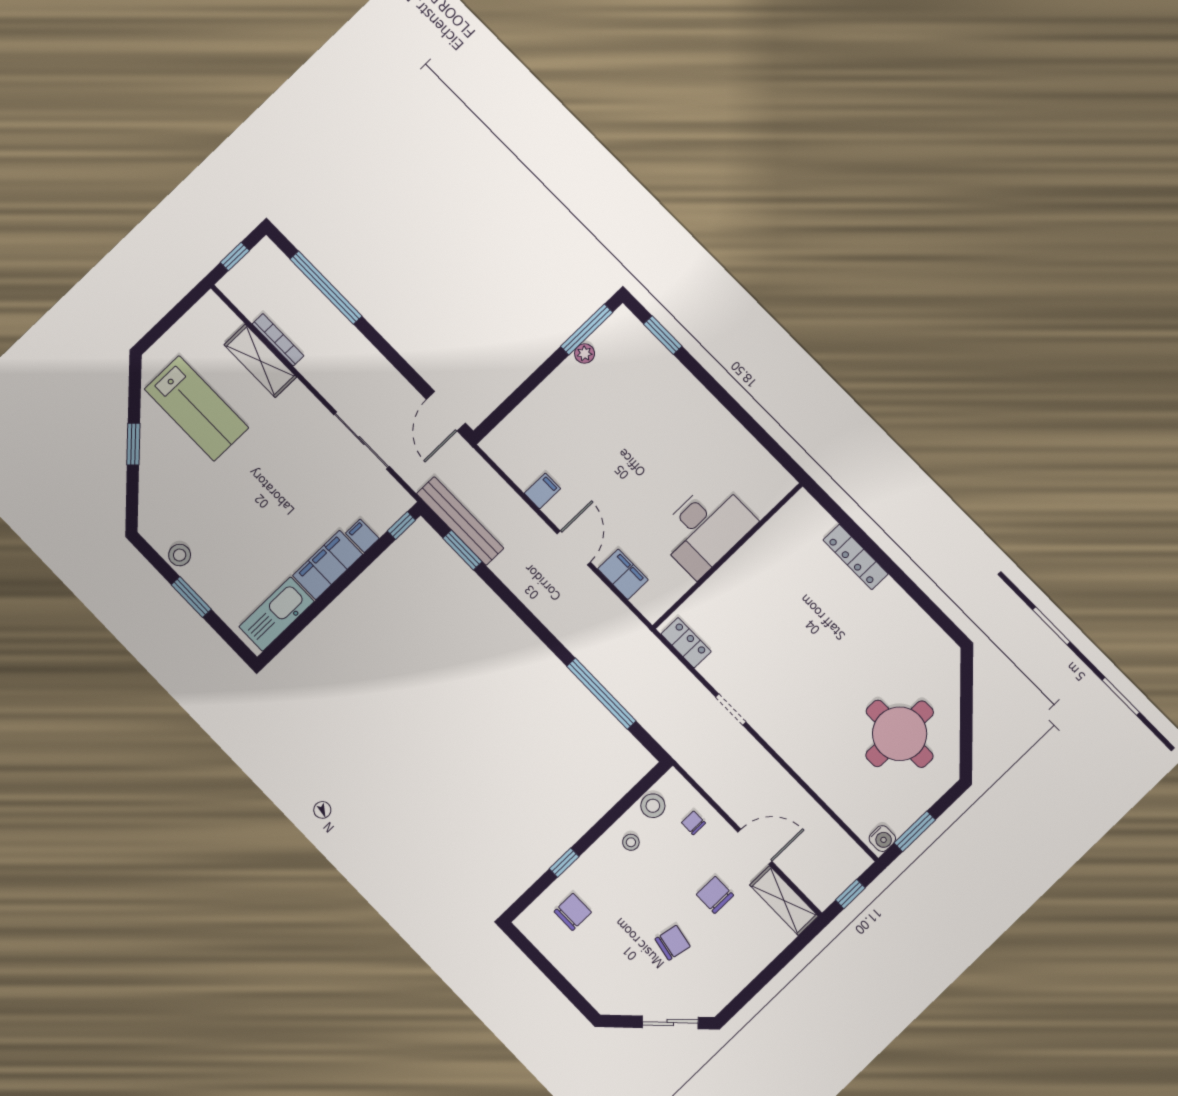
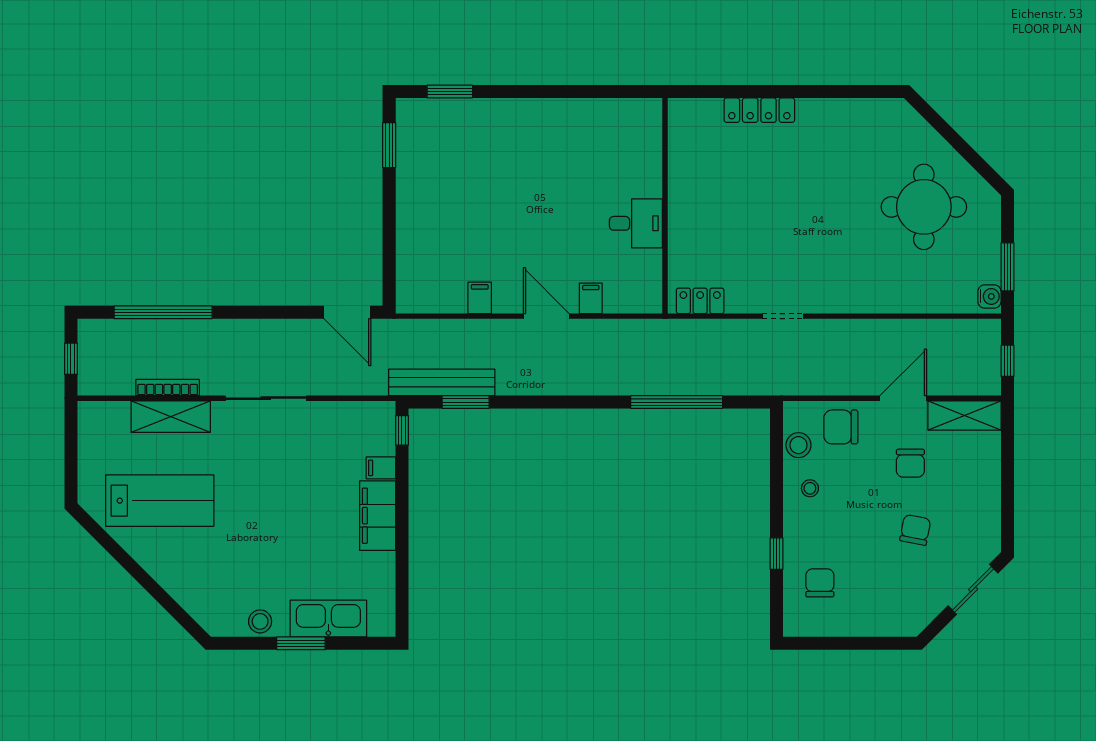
window: (587, 329) -> (389, 145), width x0.69
plant: (585, 354) -> (406, 164), removed
sliding door: (362, 441) -> (266, 398), moved
window: (133, 444) -> (140, 575), removed
desk: (706, 528) -> (636, 223), width x0.53, depth x0.77
filing cabinet: (623, 574) -> (591, 298), width x0.50
kitchen sink: (277, 614) -> (328, 619), moved, turned 90
chair: (693, 823) -> (841, 427), width x1.87, depth x1.87
chair: (715, 895) -> (910, 463), turned -90

